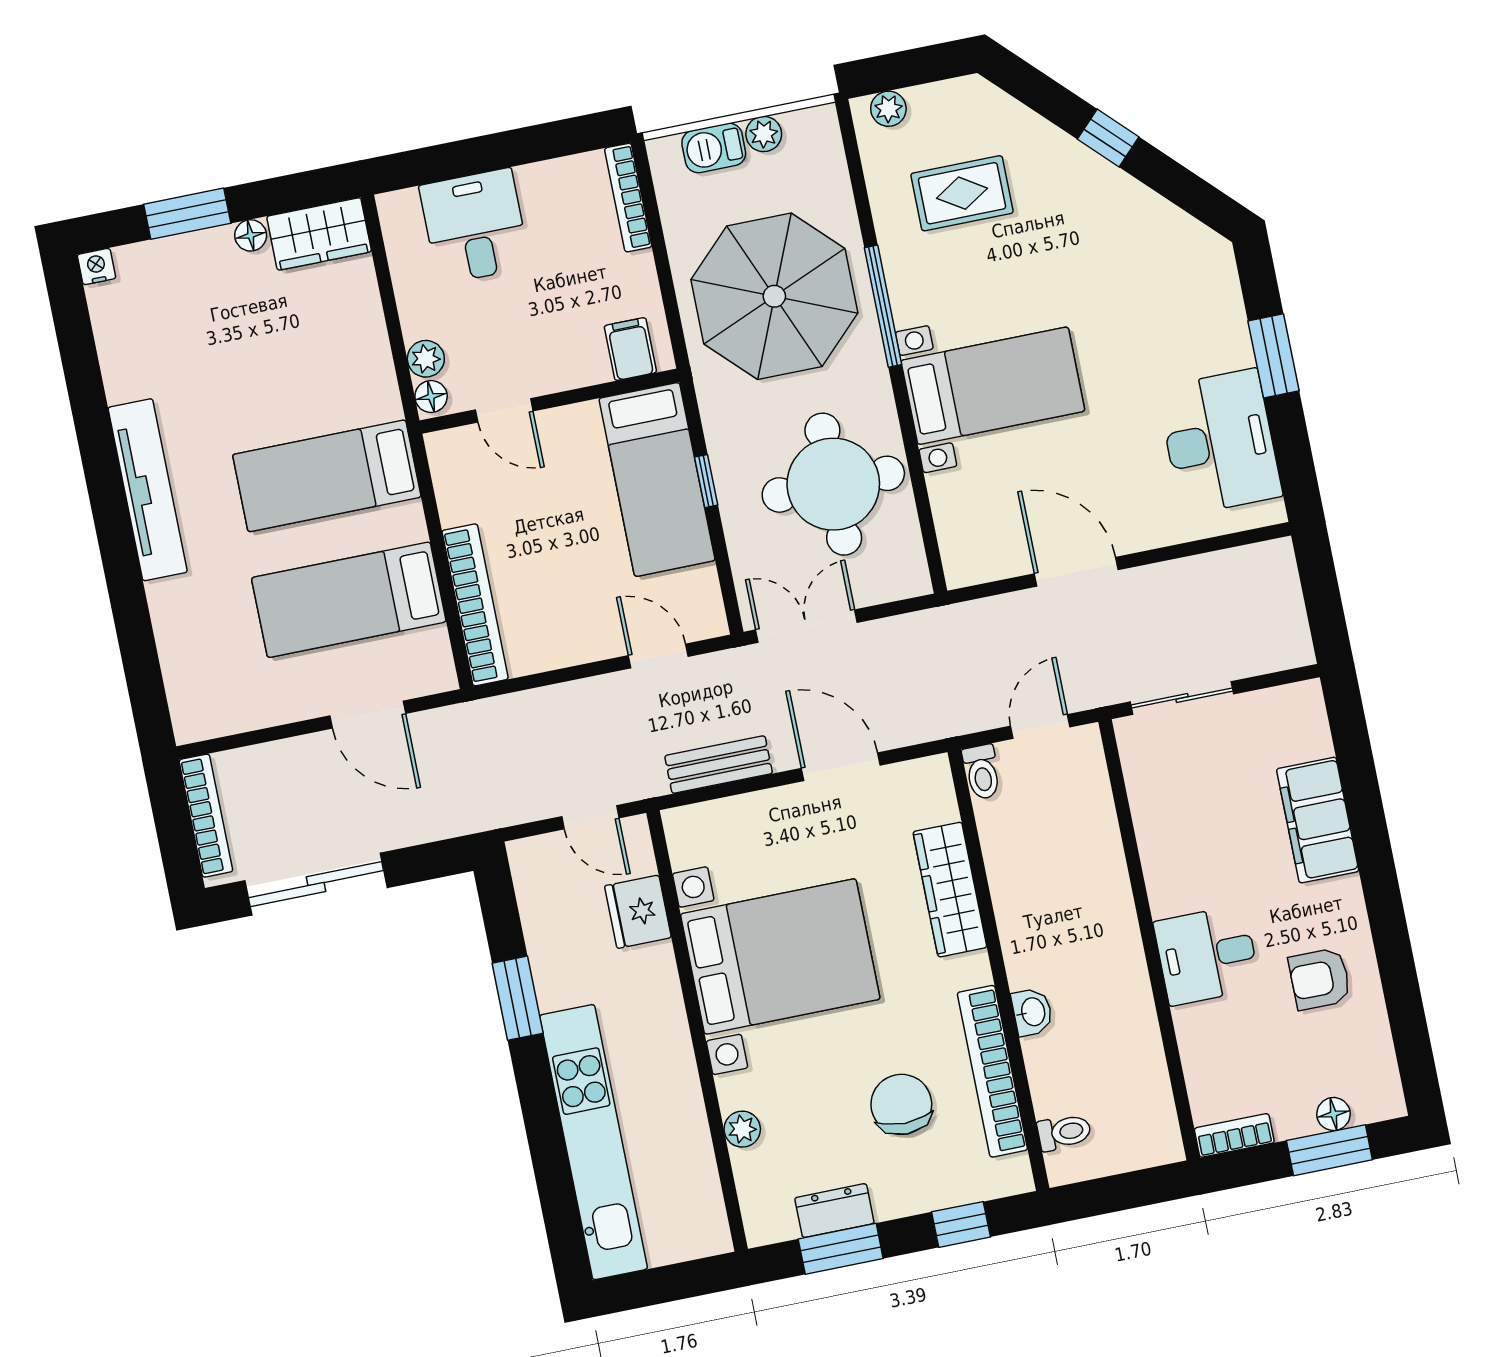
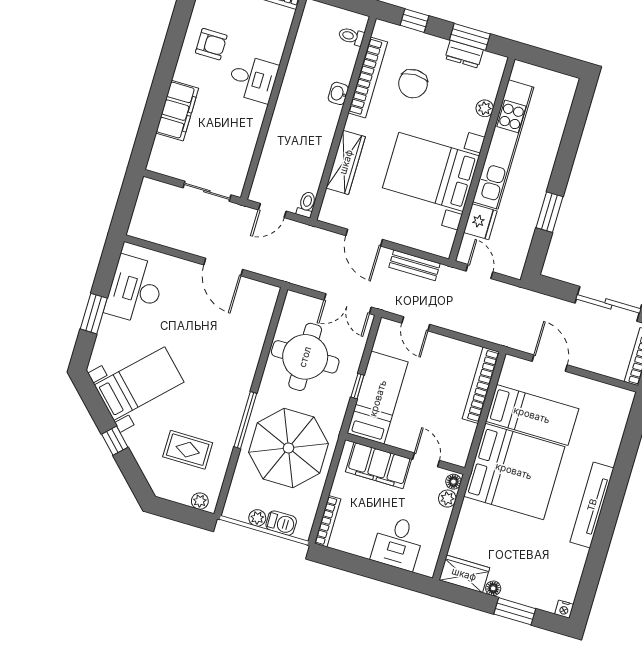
filing cabinet: (630, 349) -> (379, 465), width x3.00, depth x1.17
bed with nightstands: (993, 386) -> (139, 384), moved, turned 135
bed: (327, 476) -> (514, 471), width x2.04
kitchen unit: (594, 1142) -> (503, 145), moved, turned 180

